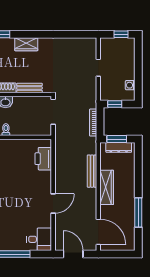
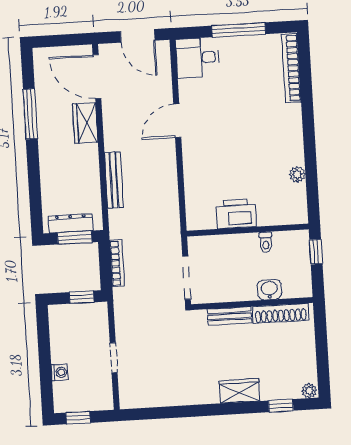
washing machine: (130, 85) -> (60, 372), moved
printer: (43, 159) -> (236, 214), moved, turned -90
wardrobe: (107, 187) -> (85, 123), moved, width x0.67

